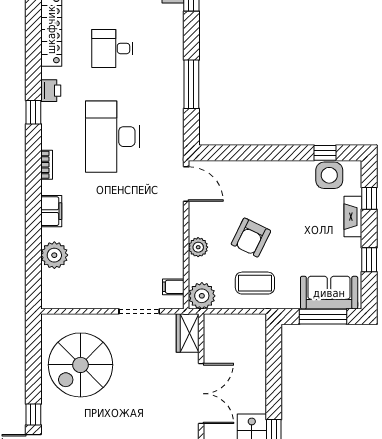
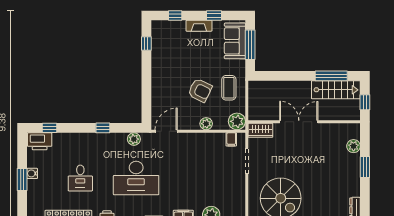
window: (191, 84) -> (103, 128), width x0.46
plant: (174, 133) -> (134, 139), added
side table: (329, 175) -> (161, 41), removed
fireplace: (353, 217) -> (199, 26), moved

